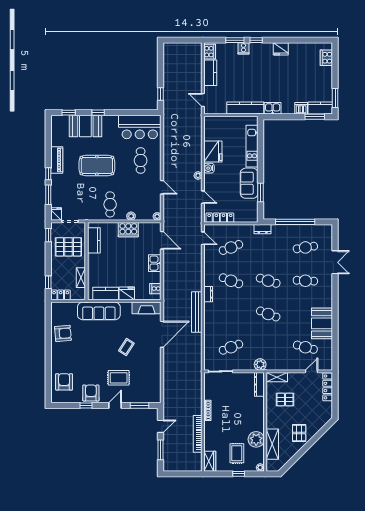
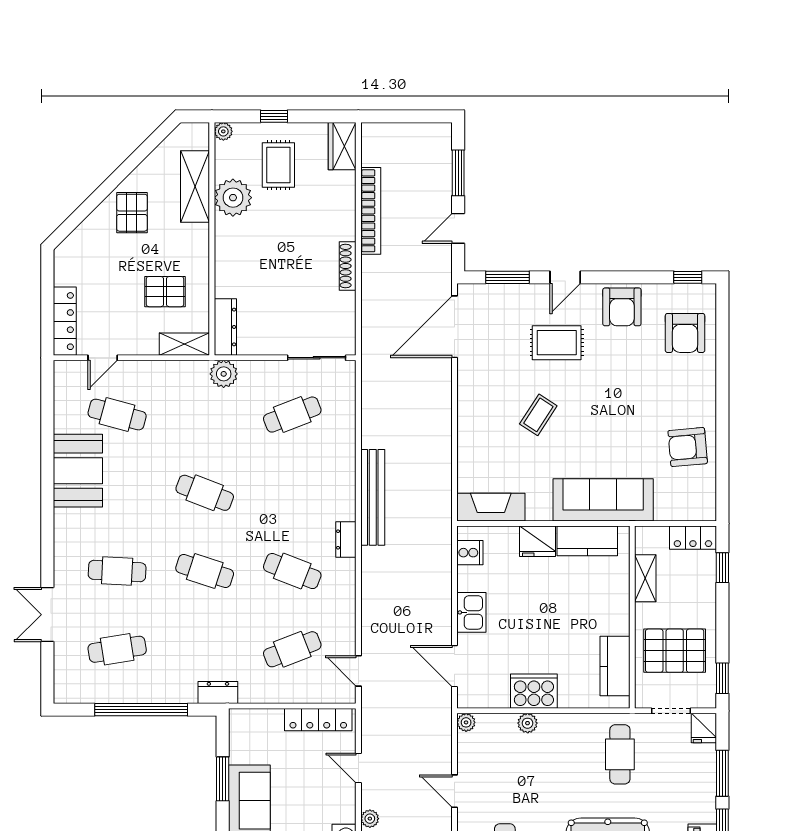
cafe table: (110, 204) -> (620, 754), moved
door: (162, 334) -> (454, 327), moved
window: (86, 406) -> (688, 277), moved

